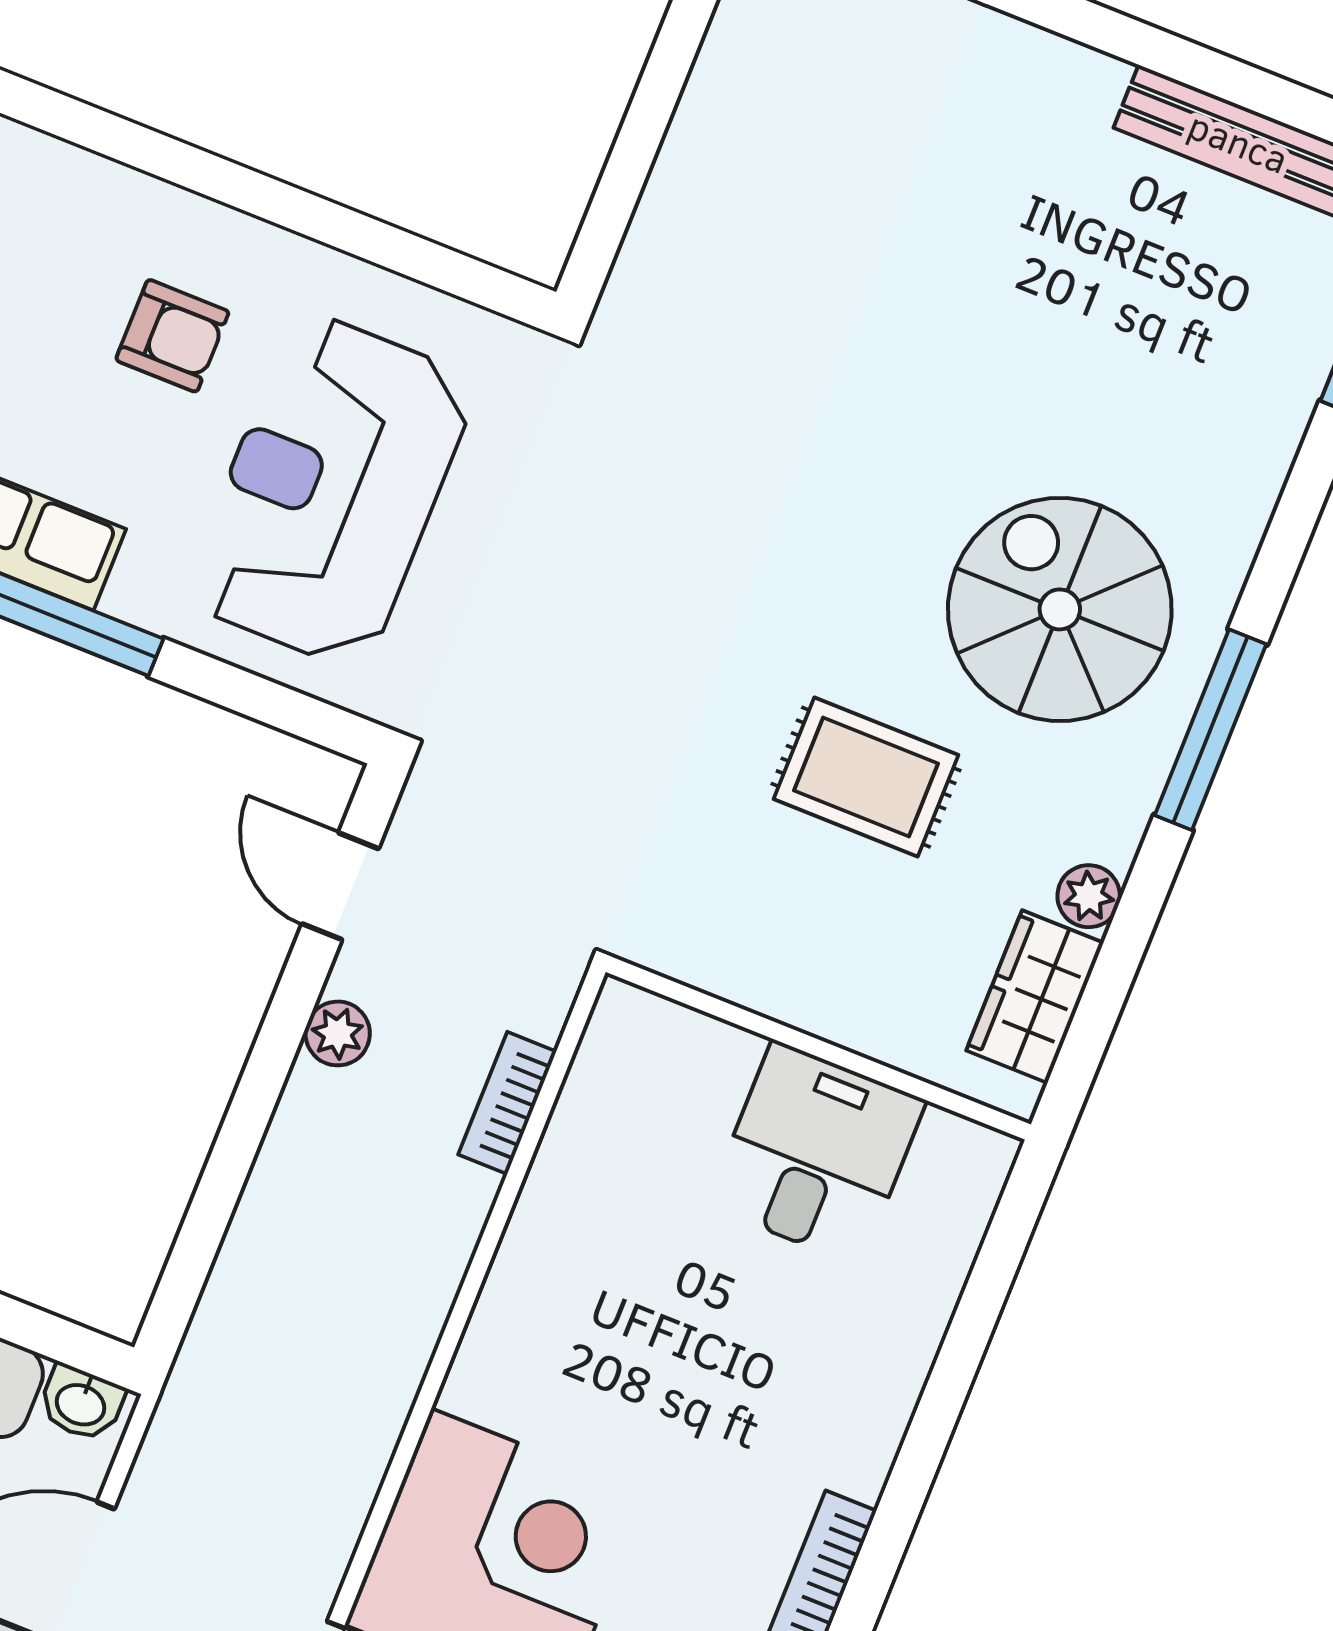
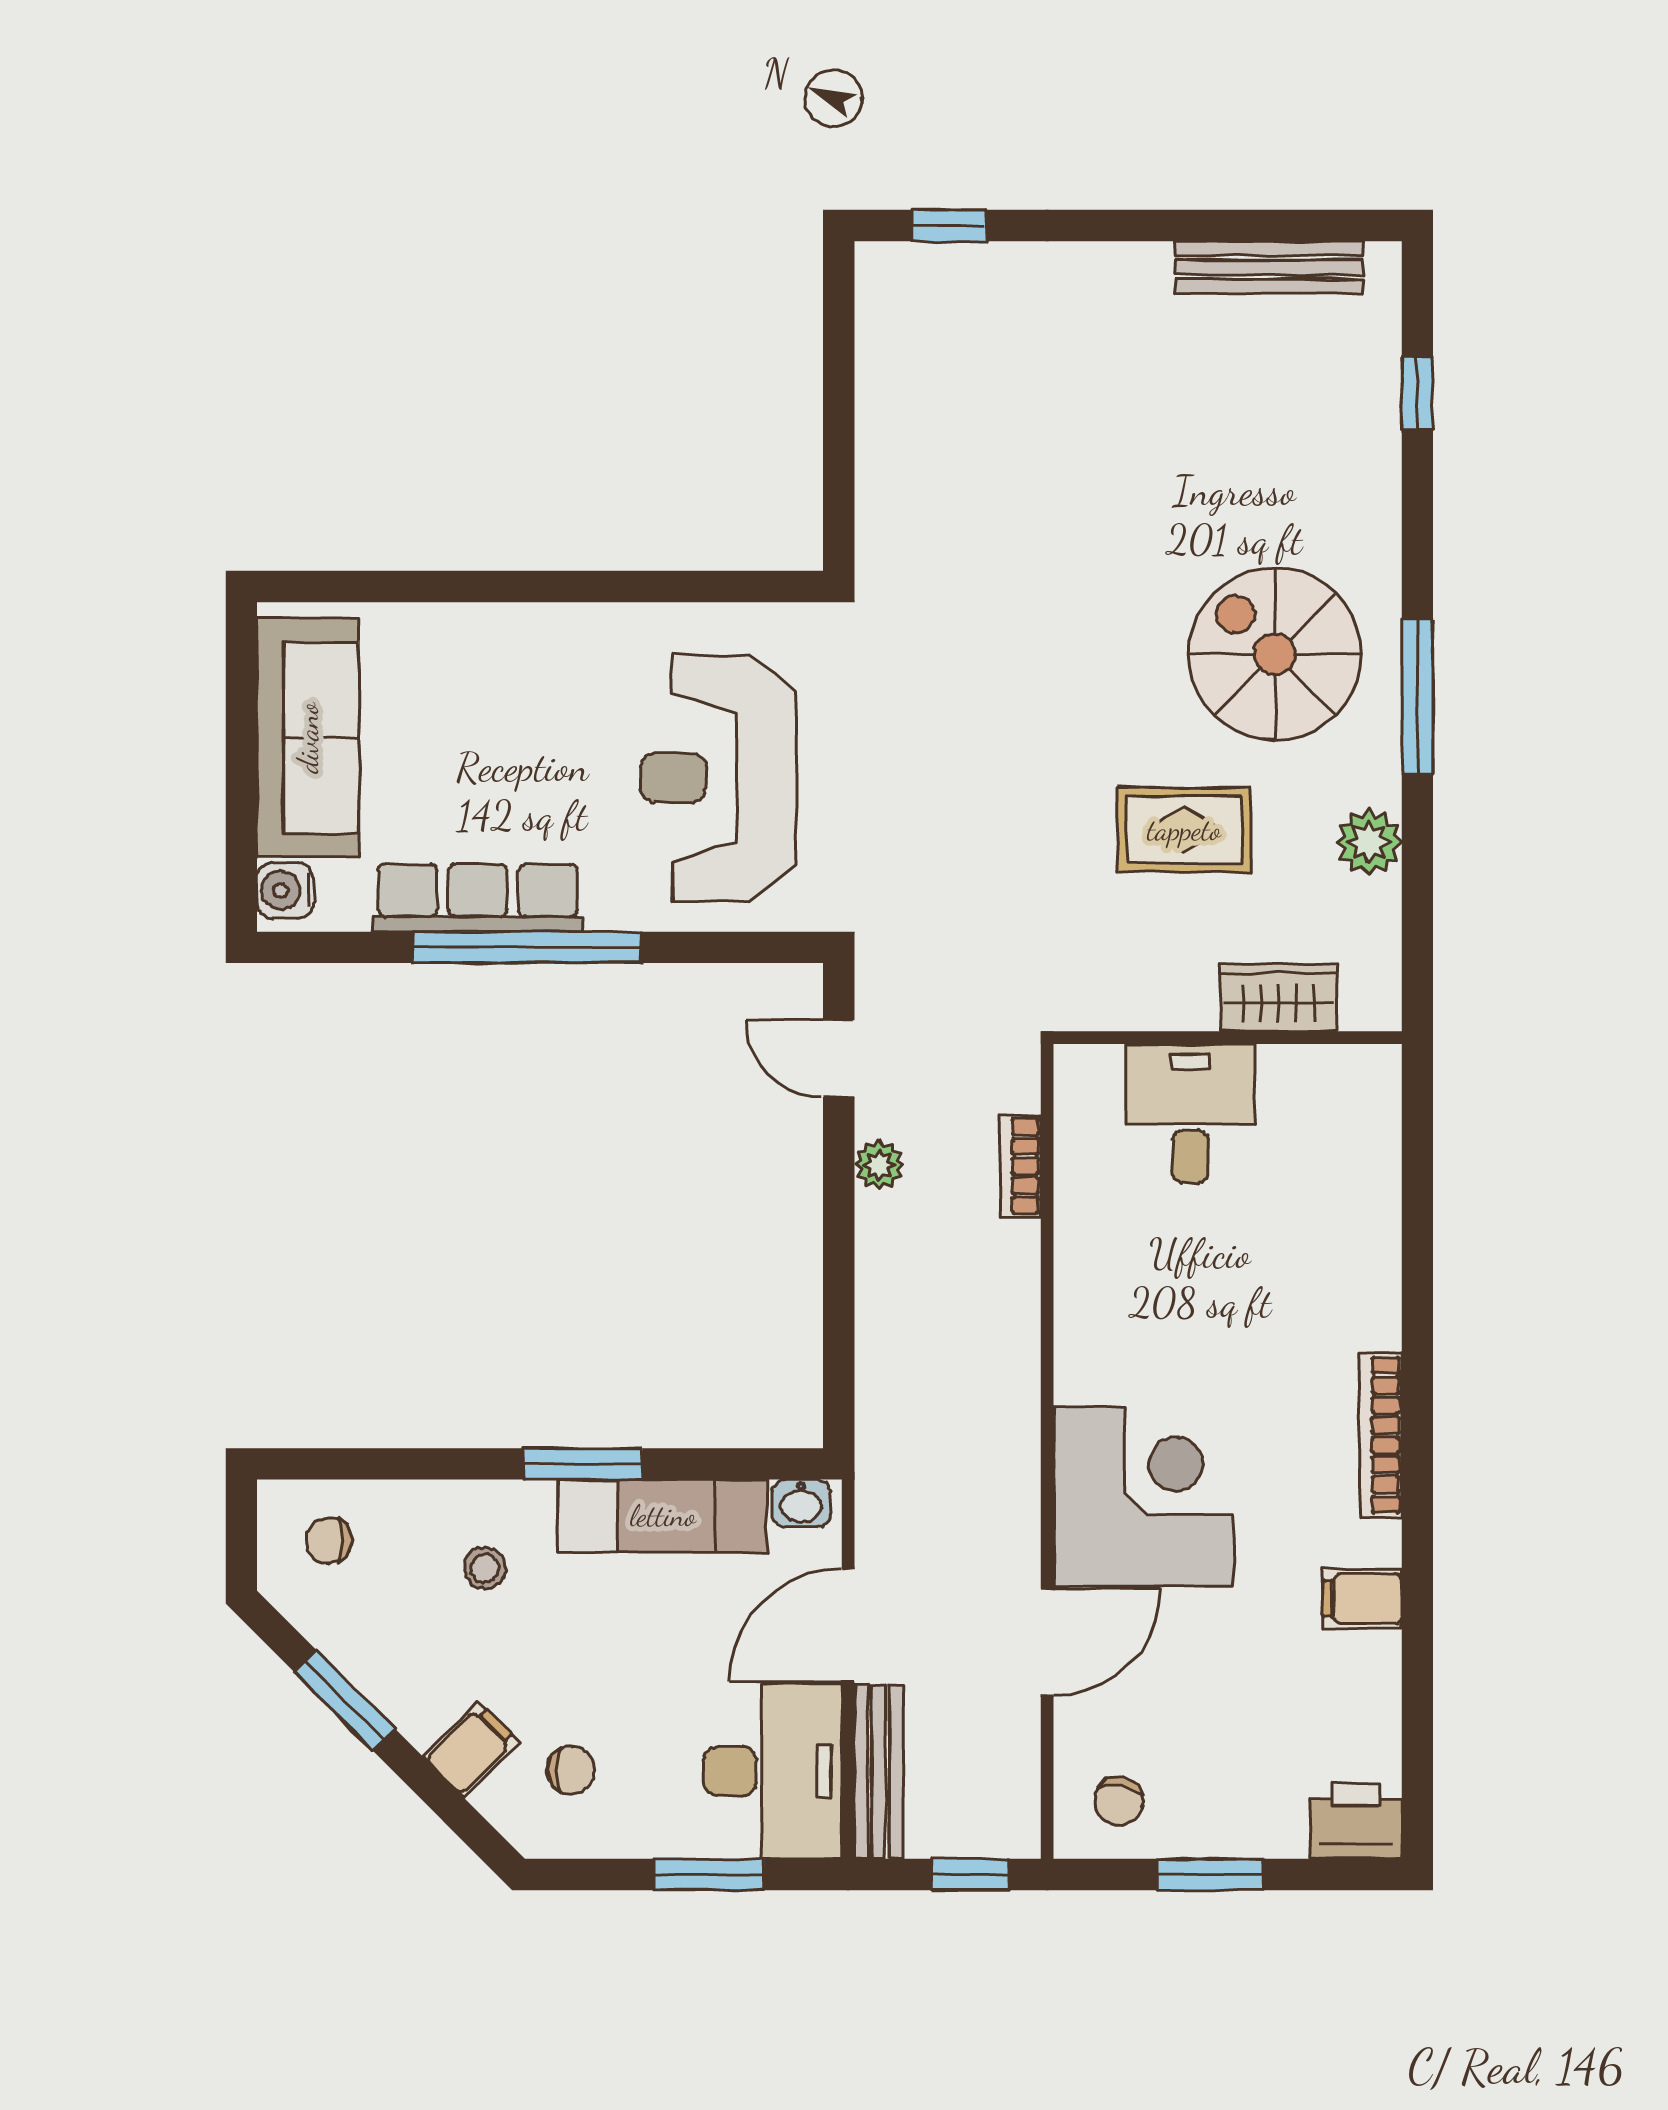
armchair: (172, 336) -> (561, 712), removed
plant: (1089, 896) -> (1369, 842), width x1.38, depth x1.38
wardrobe: (1035, 997) -> (1279, 998), moved, turned 90
desk: (816, 1153) -> (1190, 1113), moved

